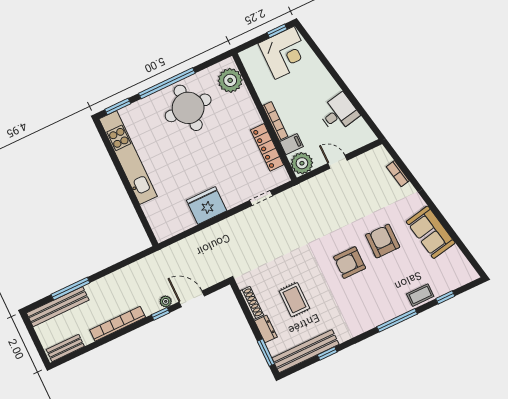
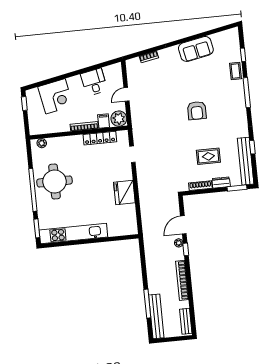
corner desk: (285, 53) -> (55, 96), moved, turned 79
plant: (230, 80) -> (42, 143), width x0.53, depth x0.53
armchair: (383, 241) -> (190, 83), removed

